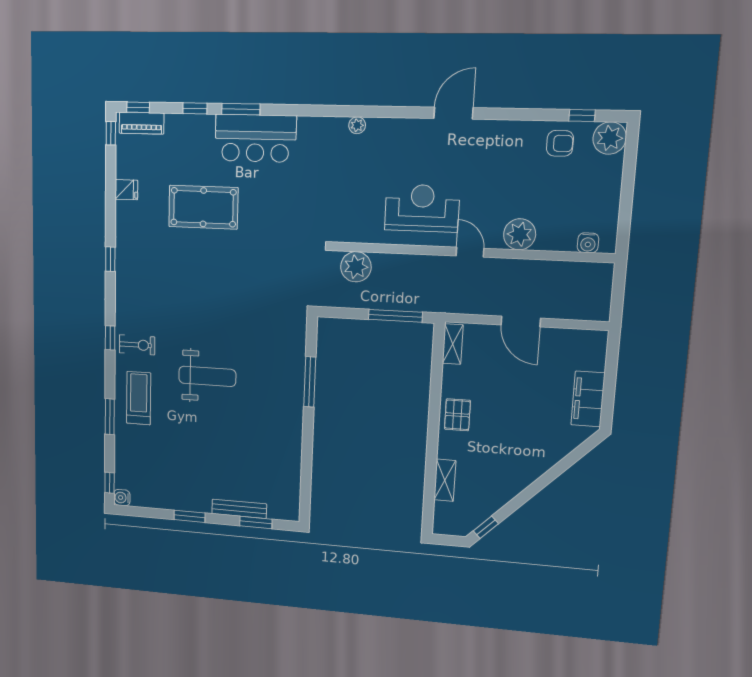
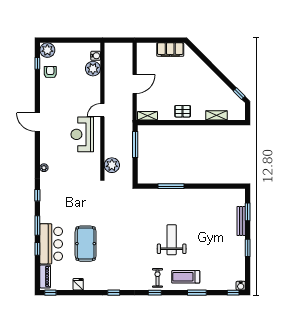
window: (138, 107) -> (37, 195), moved
bar counter: (255, 138) -> (51, 244), moved
plant: (520, 234) -> (93, 69), moved

